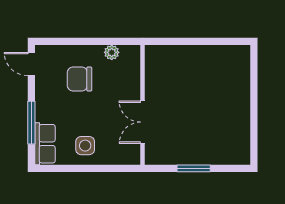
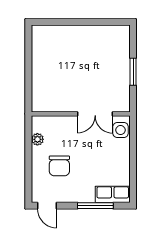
door: (31, 64) -> (47, 206), hinge flipped
side table: (85, 146) -> (121, 130), moved

